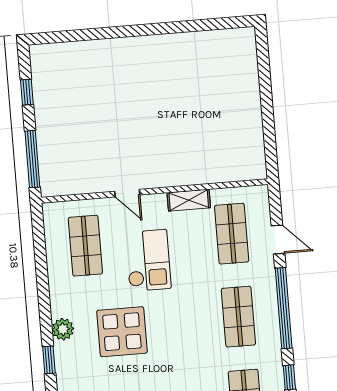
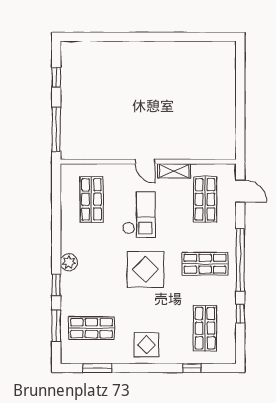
door: (127, 193) -> (145, 162), moved
door: (278, 239) -> (240, 191), moved
shop shelf: (238, 317) -> (205, 264), turned 90
display table: (122, 332) -> (145, 269), moved

